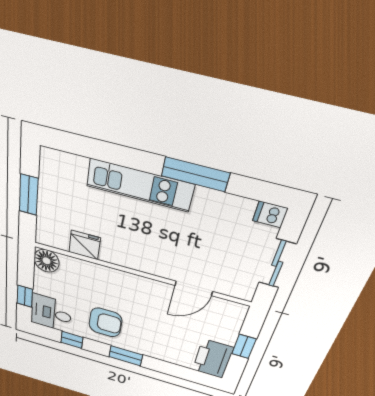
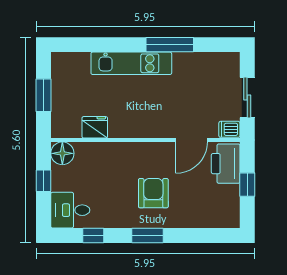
dishwasher: (270, 214) -> (229, 129), moved
window: (25, 296) -> (44, 181), moved
armchair: (105, 322) -> (153, 193), moved, turned -90
printer: (213, 359) -> (226, 164), moved

